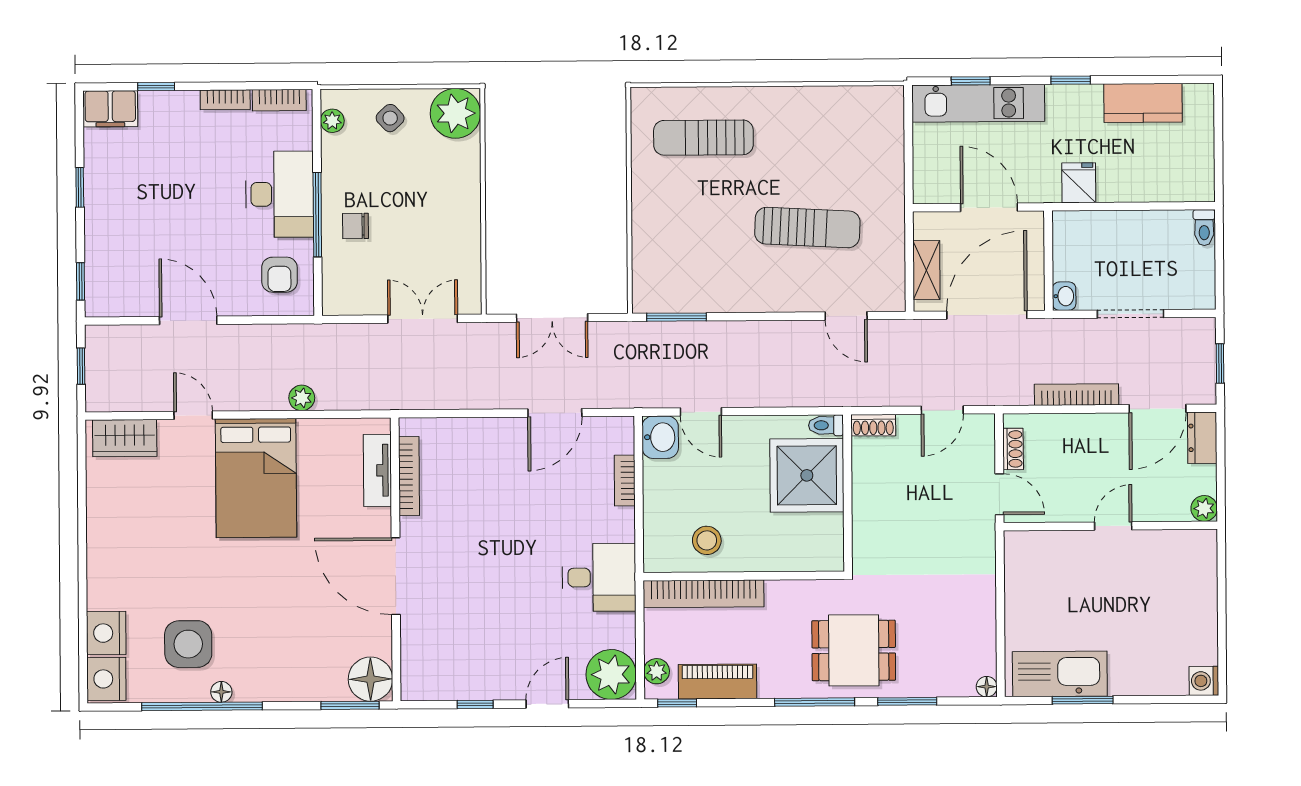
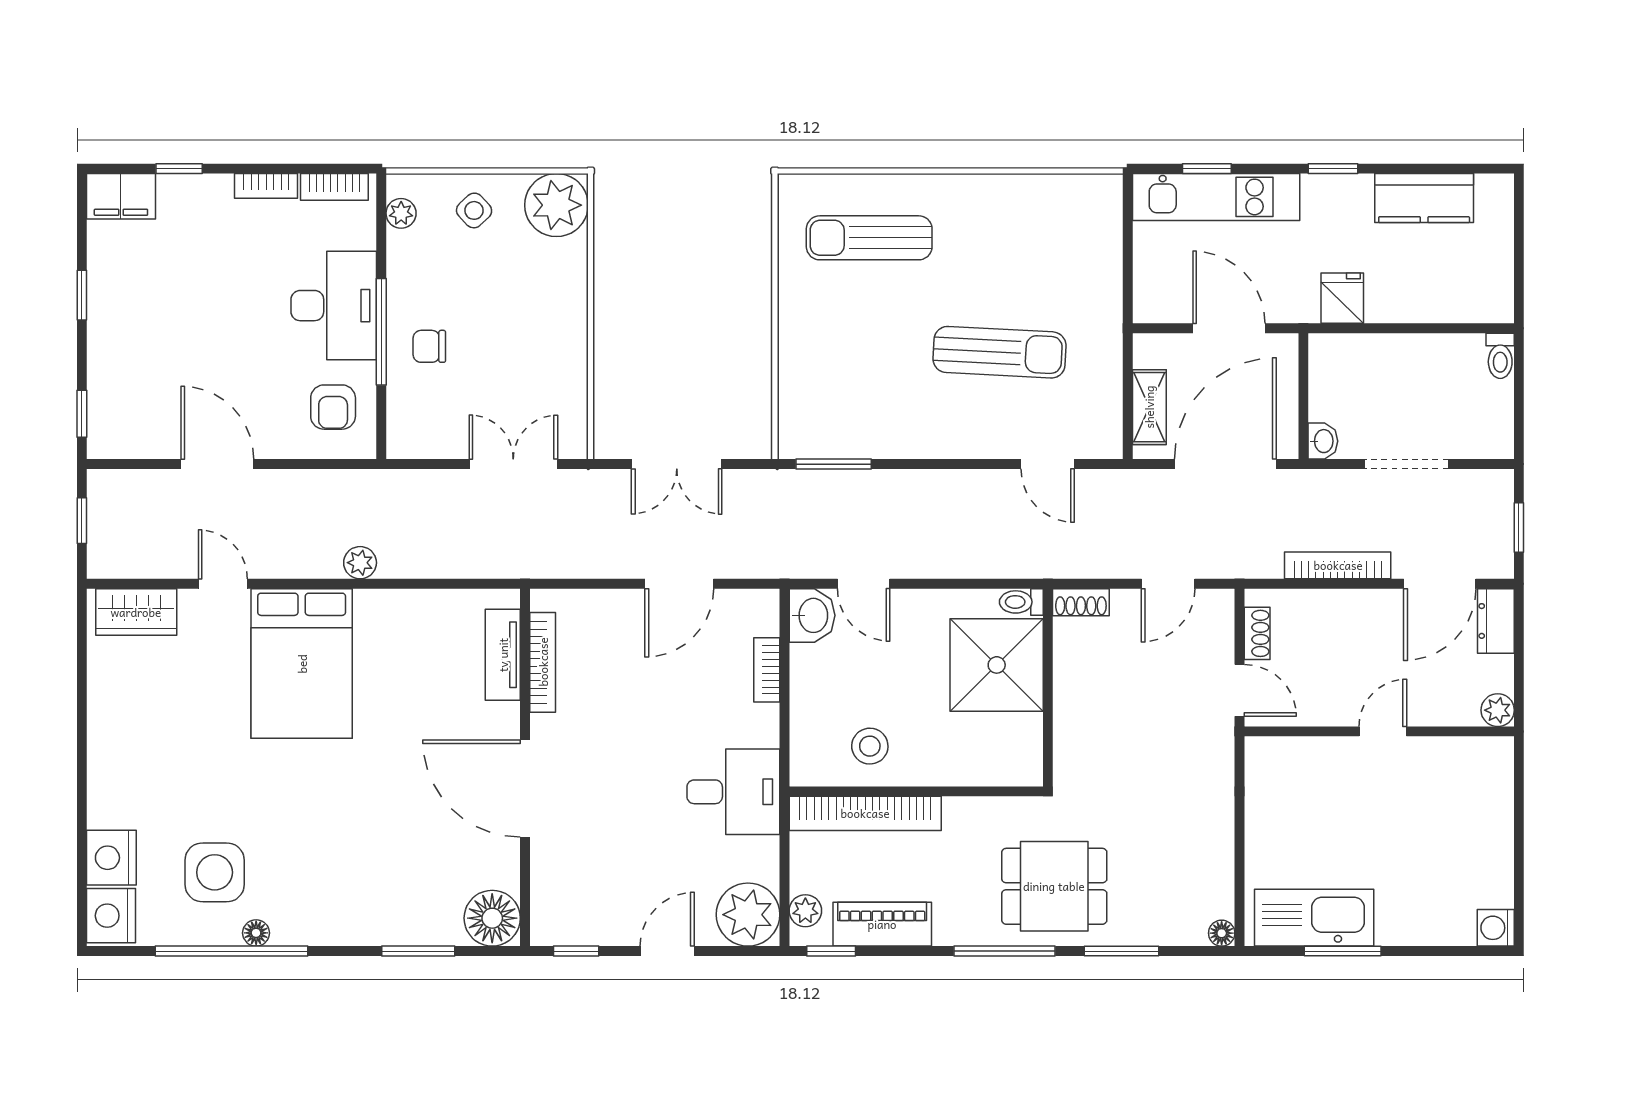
tv unit: (377, 470) -> (503, 655), moved
bookcase: (409, 476) -> (543, 662), moved
wall: (396, 559) -> (525, 767), moved
door: (396, 576) -> (525, 789), moved
floor lamp: (370, 679) -> (492, 918), moved

